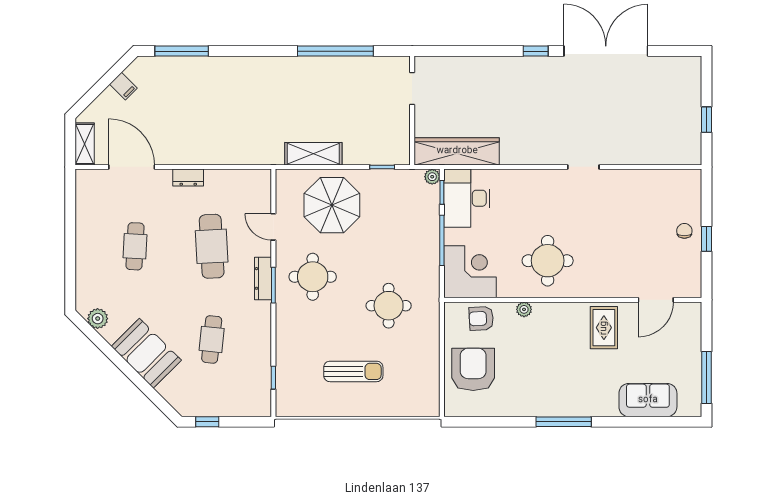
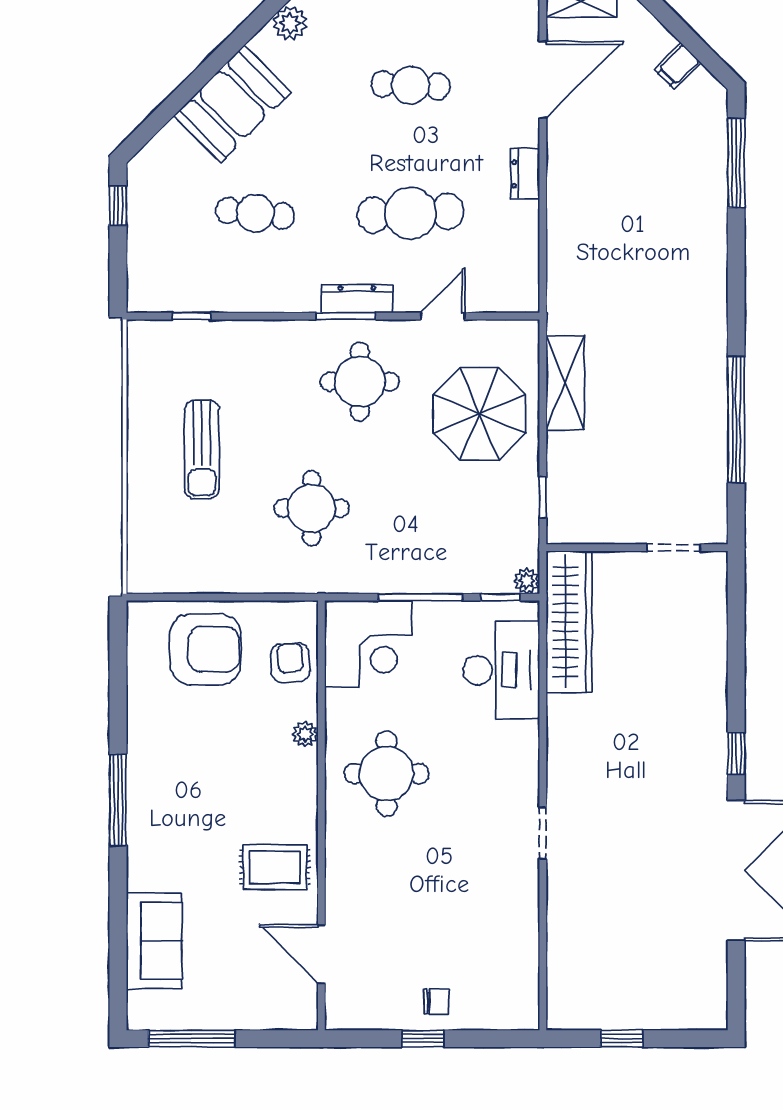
desk: (467, 198) -> (501, 670), moved, turned 90

